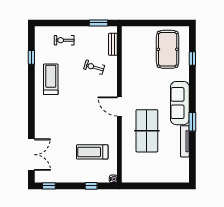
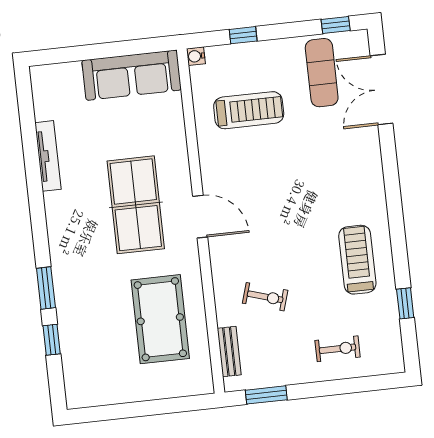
pool table: (168, 49) -> (160, 319), moved
treadmill: (51, 79) -> (357, 260), turned 180
sofa: (180, 103) -> (132, 75), moved, turned 90
window: (192, 122) -> (46, 288), moved
table tennis table: (147, 131) -> (136, 205), moved
exercise mat: (58, 165) -> (322, 73), added

